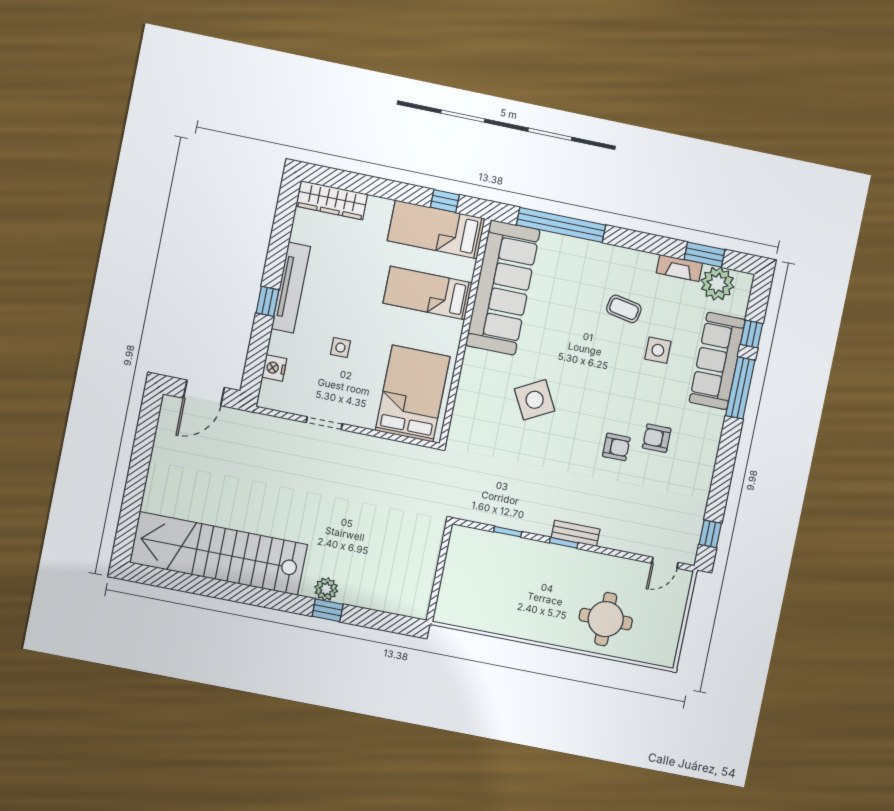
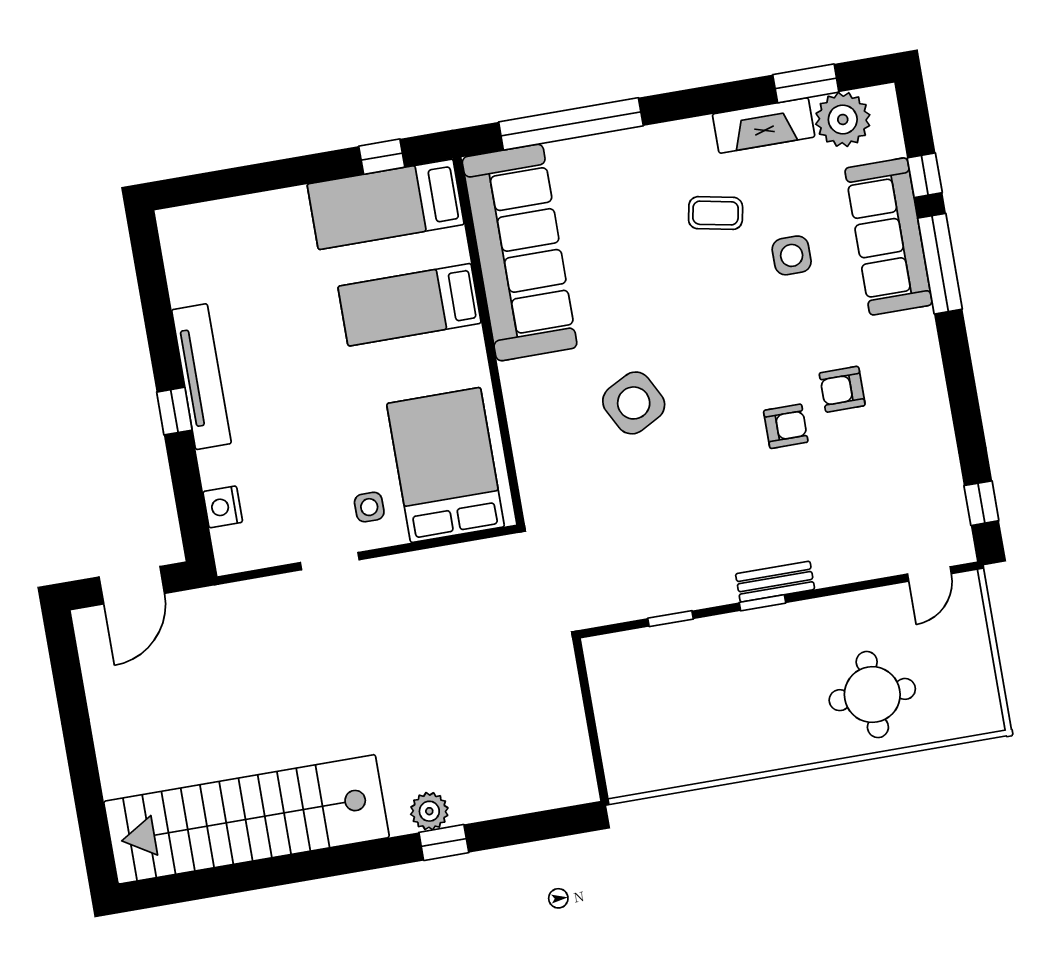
wardrobe: (332, 200) -> (212, 222), removed
fireplace: (679, 268) -> (764, 125), width x1.37, depth x1.32
side table: (340, 348) -> (369, 507), moved

